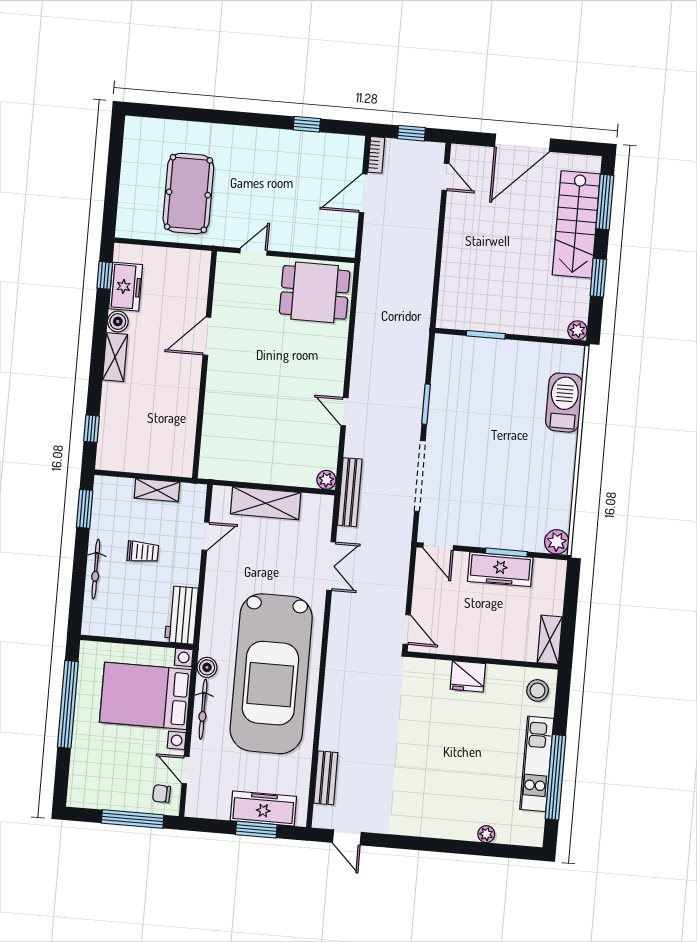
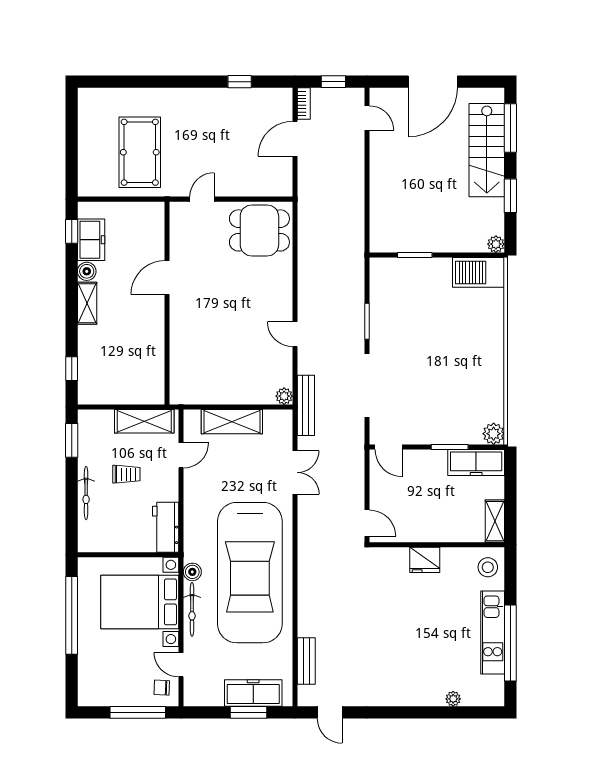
barbecue: (564, 403) -> (478, 272), moved, turned -90
shelving: (157, 490) -> (144, 421), width x1.50, depth x1.33
freezer: (500, 569) -> (476, 462), moved

